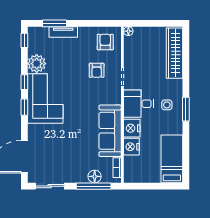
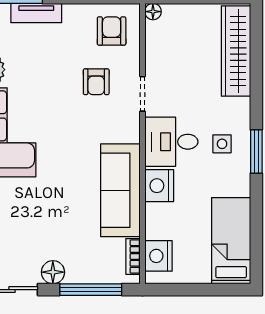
nightstand: (131, 147) -> (158, 256), moved
floor lamp: (95, 176) -> (53, 272), moved

